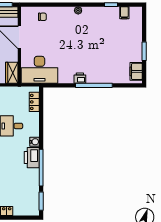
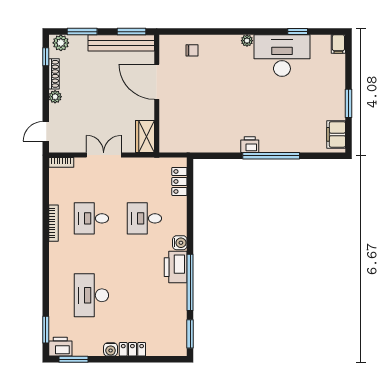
filing cabinet: (124, 13) -> (338, 44), moved
desk: (39, 70) -> (282, 56), moved, turned 180

